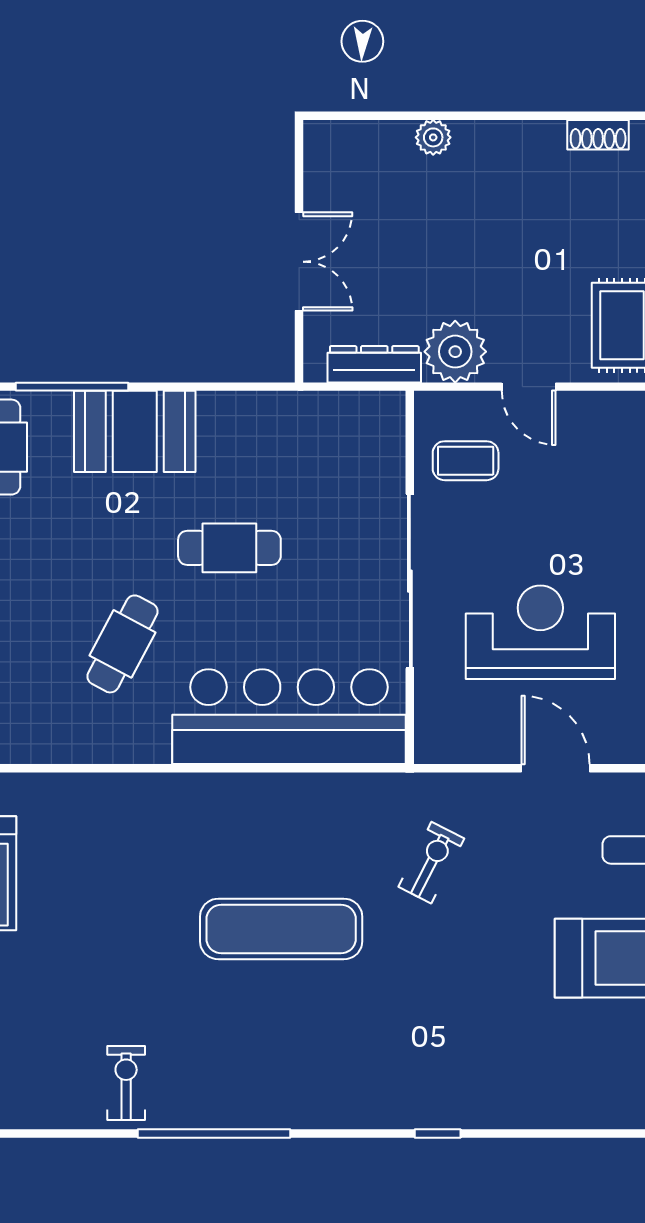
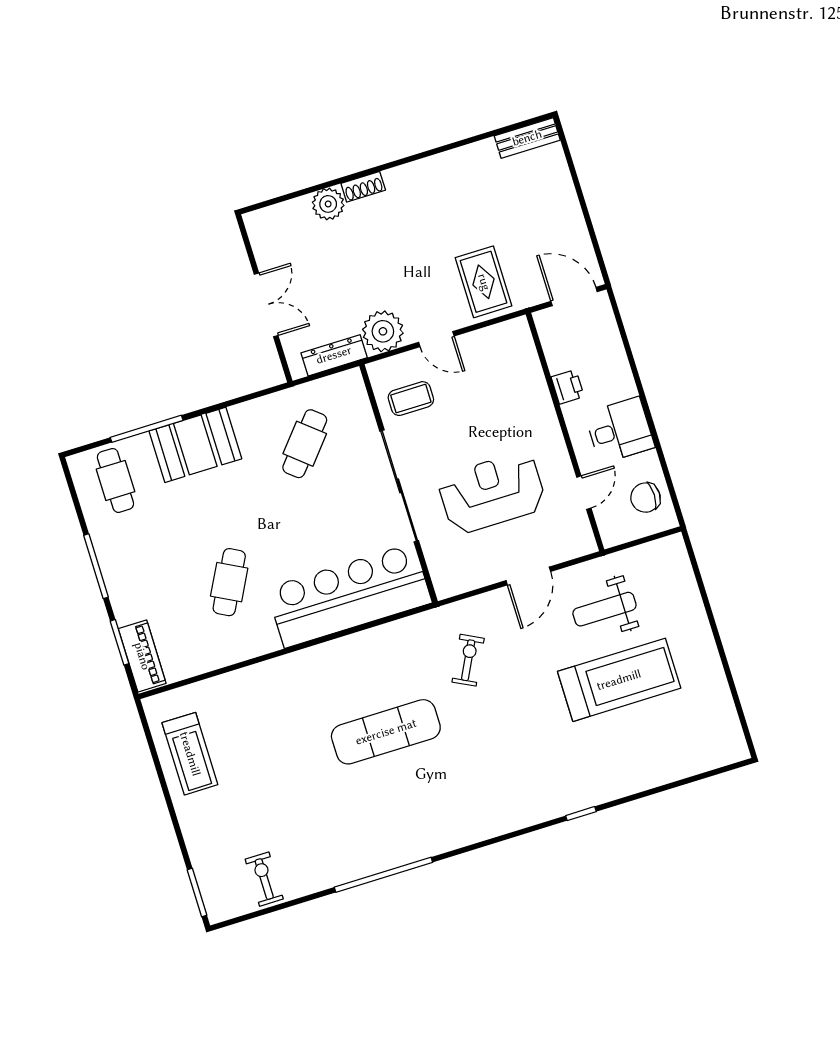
shoe rack: (598, 135) -> (363, 187), moved
plant: (433, 137) -> (328, 204), width x1.38, depth x1.38
cafe table: (229, 548) -> (305, 444), moved, turned -50
door: (555, 768) -> (528, 576), swing flipped
exercise bike: (126, 1083) -> (264, 879), moved
window: (438, 1133) -> (581, 814), moved

